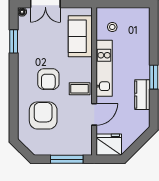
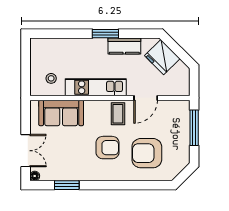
door: (94, 114) -> (146, 98), swing flipped
fridge: (109, 145) -> (162, 57), moved, turned -45

